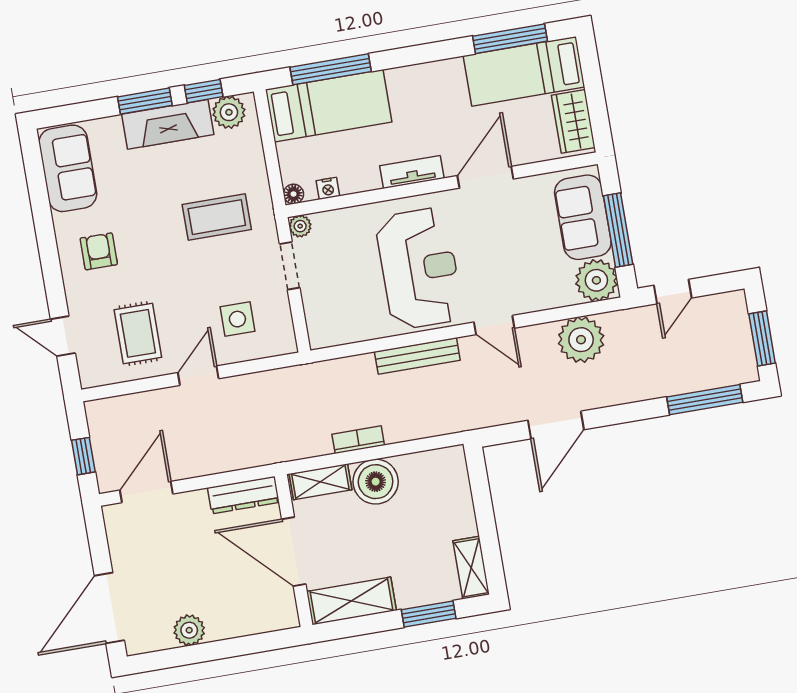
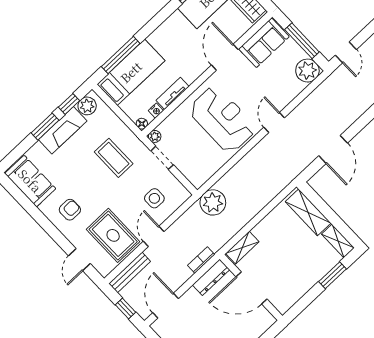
tv unit: (412, 172) -> (172, 93), moved
coffee table: (217, 217) -> (114, 158), turned 90
sofa: (583, 217) -> (264, 43), moved, turned -90
armchair: (99, 251) -> (70, 210), turned 90
door: (494, 325) -> (274, 122), swing flipped
rug: (138, 333) -> (113, 235), width x1.36, depth x1.43
door: (63, 336) -> (79, 260), hinge flipped
plant: (581, 340) -> (213, 202), moved
bench: (417, 356) -> (130, 272), moved
bookcase: (358, 440) -> (201, 260), moved
boiler: (376, 482) -> (268, 231), removed
shelving: (352, 601) -> (308, 212), moved, turned 90

